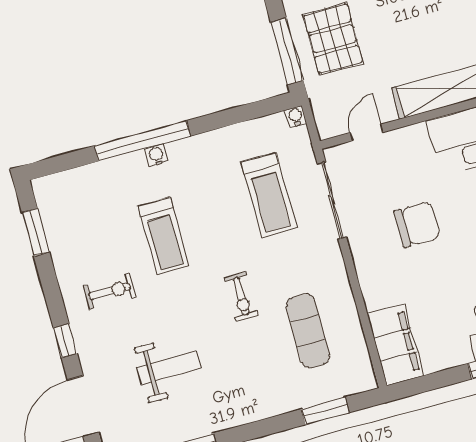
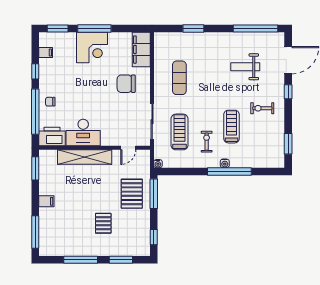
chair: (417, 224) -> (126, 84), moved
exercise bike: (241, 297) -> (207, 142), moved
exercise mat: (308, 331) -> (179, 78), moved
window: (325, 411) -> (193, 29), moved

